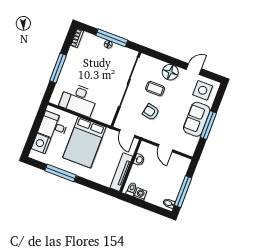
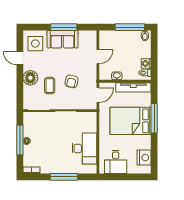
bed: (84, 142) -> (131, 121), moved, turned 180
nightstand: (41, 143) -> (144, 158), moved, turned -90
window: (61, 173) -> (154, 118), moved

